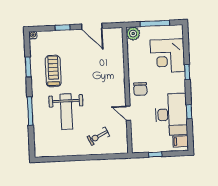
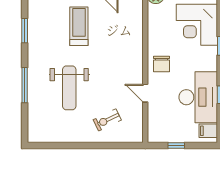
treadmill: (53, 71) -> (79, 26), moved

